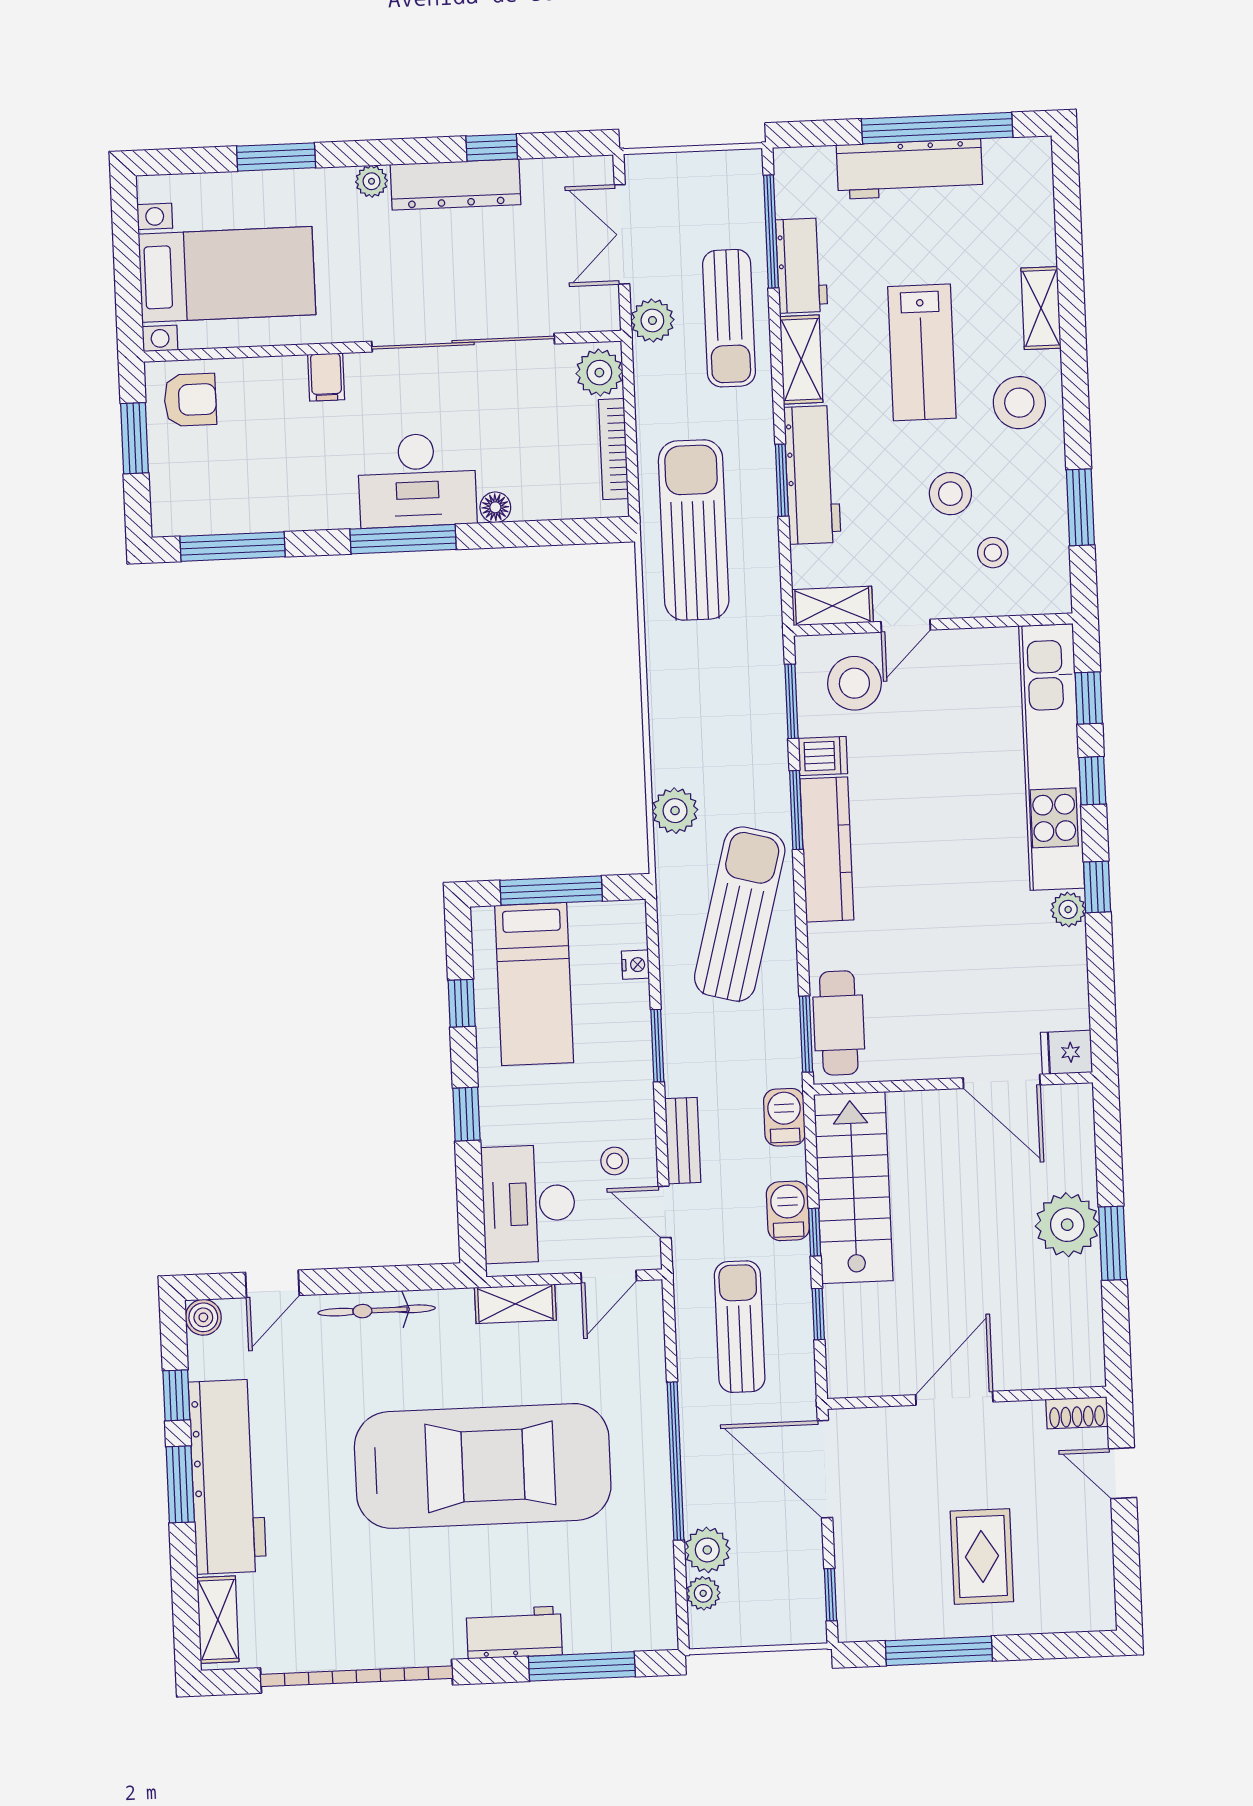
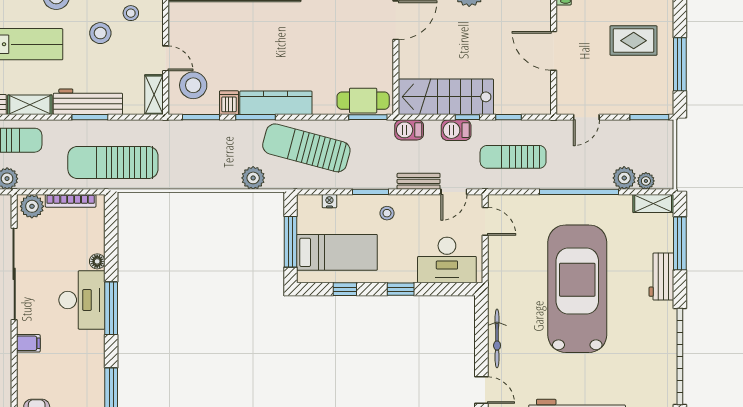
stool: (615, 1161) -> (387, 213), moved
shelving: (515, 1304) -> (653, 204), moved, turned 90
door: (825, 1469) -> (586, 117), width x0.53
window: (830, 1595) -> (649, 117), width x1.50

